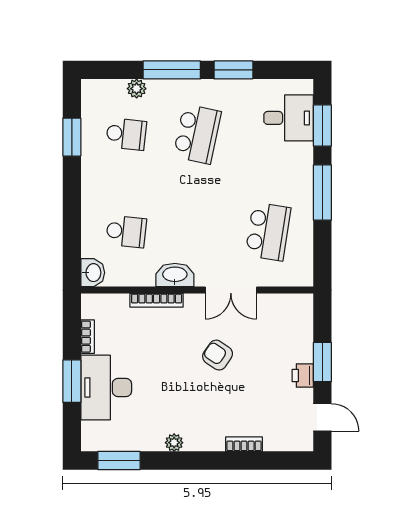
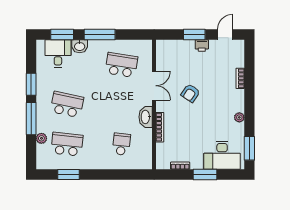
school desk: (126, 134) -> (67, 144), width x1.85
washbasin: (93, 273) -> (80, 46), moved, turned 180
desk: (106, 388) -> (222, 155), moved

